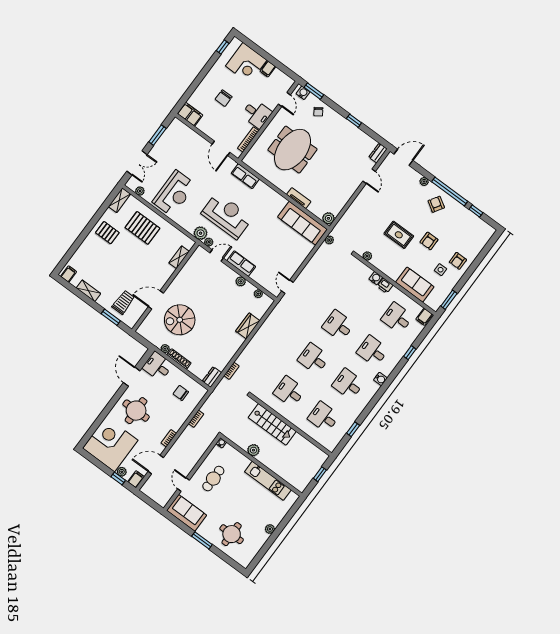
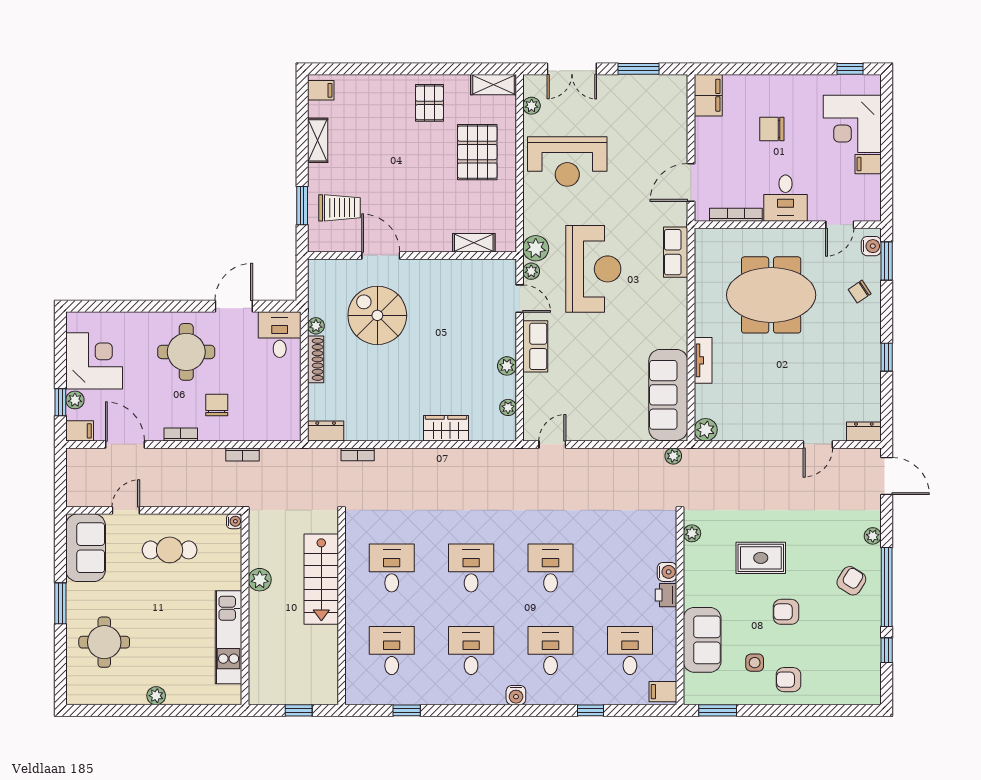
rug: (399, 235) -> (761, 558), turned 90
chair: (181, 393) -> (217, 405), moved
corner desk: (110, 444) -> (94, 361), width x0.74, depth x0.74

